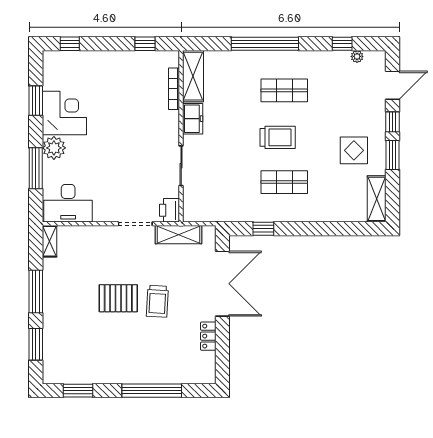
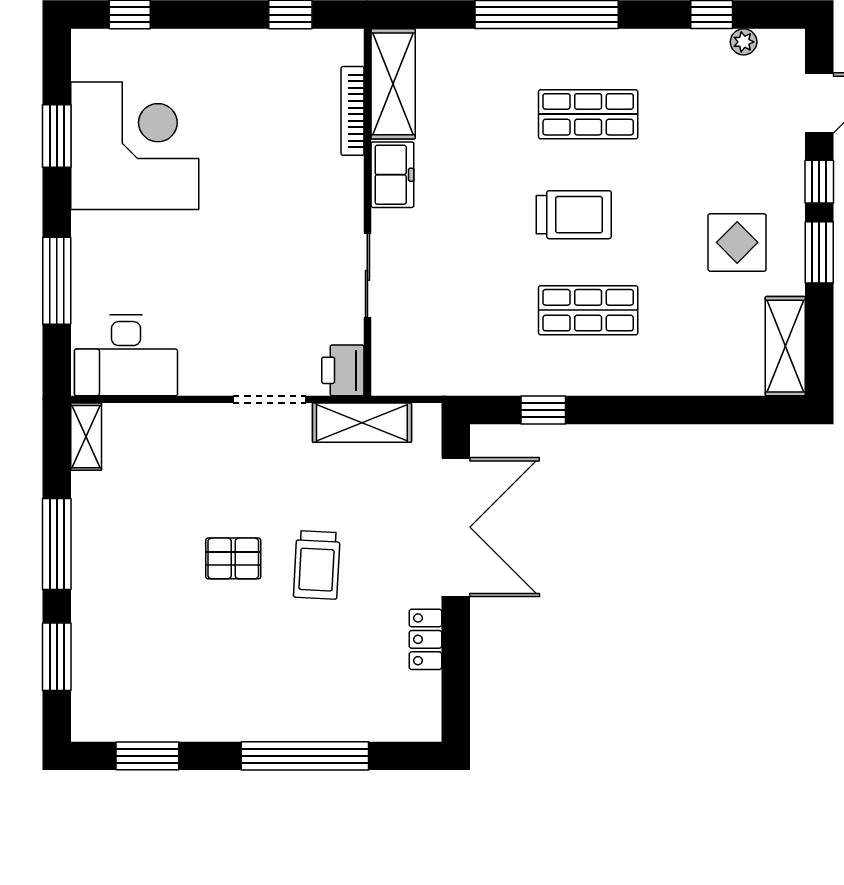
corner desk: (64, 113) -> (135, 146), width x1.36, depth x1.36
plant: (54, 148) -> (96, 237), removed
pallet: (118, 298) -> (233, 558), width x0.67, depth x0.71

